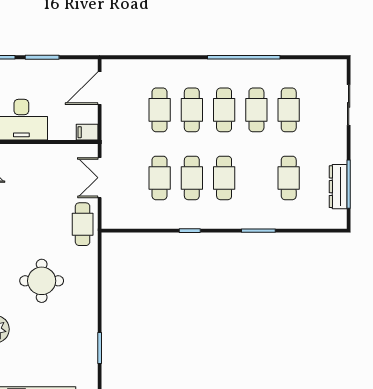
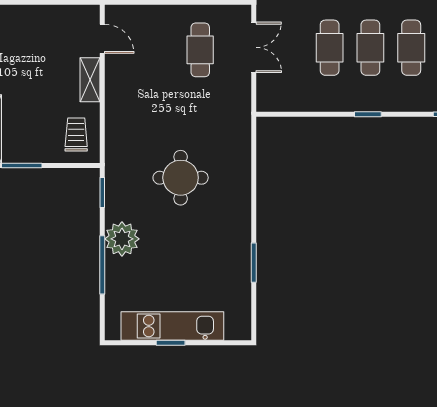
double door: (100, 178) -> (254, 47), swing flipped
cafe table: (83, 224) -> (200, 50), moved

